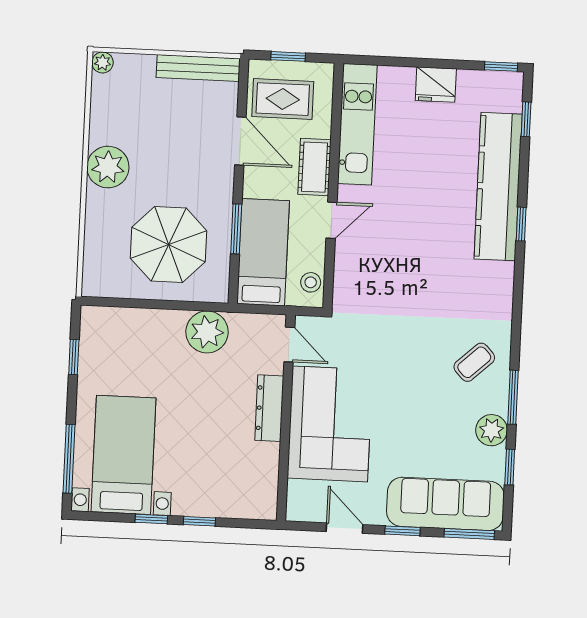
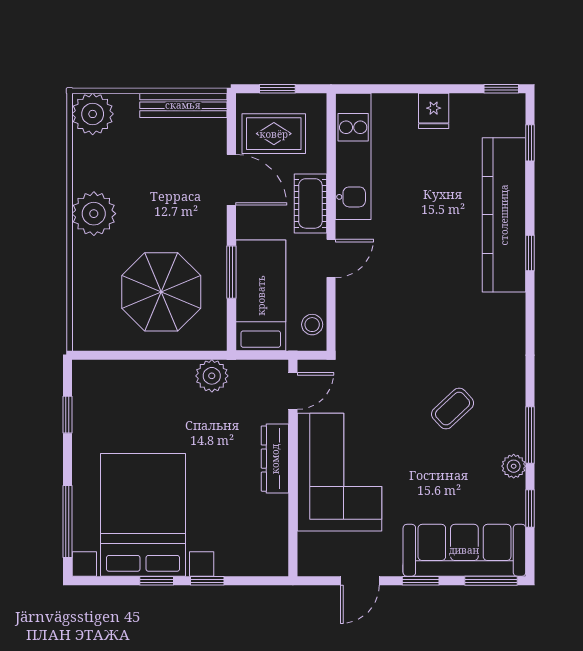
plant: (103, 62) -> (93, 114), width x1.88, depth x1.88
fridge: (436, 85) -> (434, 111), width x0.72
plant: (207, 332) -> (212, 376), width x0.73, depth x0.73
door: (289, 345) -> (293, 391), hinge flipped
coffee table: (474, 362) -> (453, 409), moved
plant: (491, 430) -> (514, 466), width x0.73, depth x0.73
bed with nightstands: (123, 455) -> (143, 515), width x1.36
door: (345, 528) -> (360, 581), swing flipped

